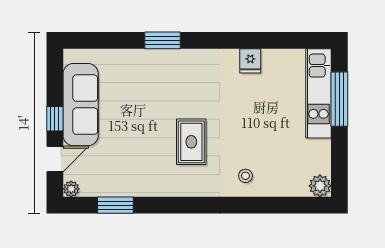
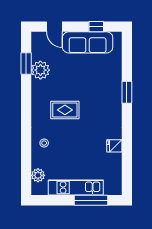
kitchen unit: (318, 93) -> (76, 188), moved
window: (55, 119) -> (96, 27), moved
plant: (320, 186) -> (38, 175), moved
plant: (71, 189) -> (40, 70), moved, width x1.88, depth x1.88

